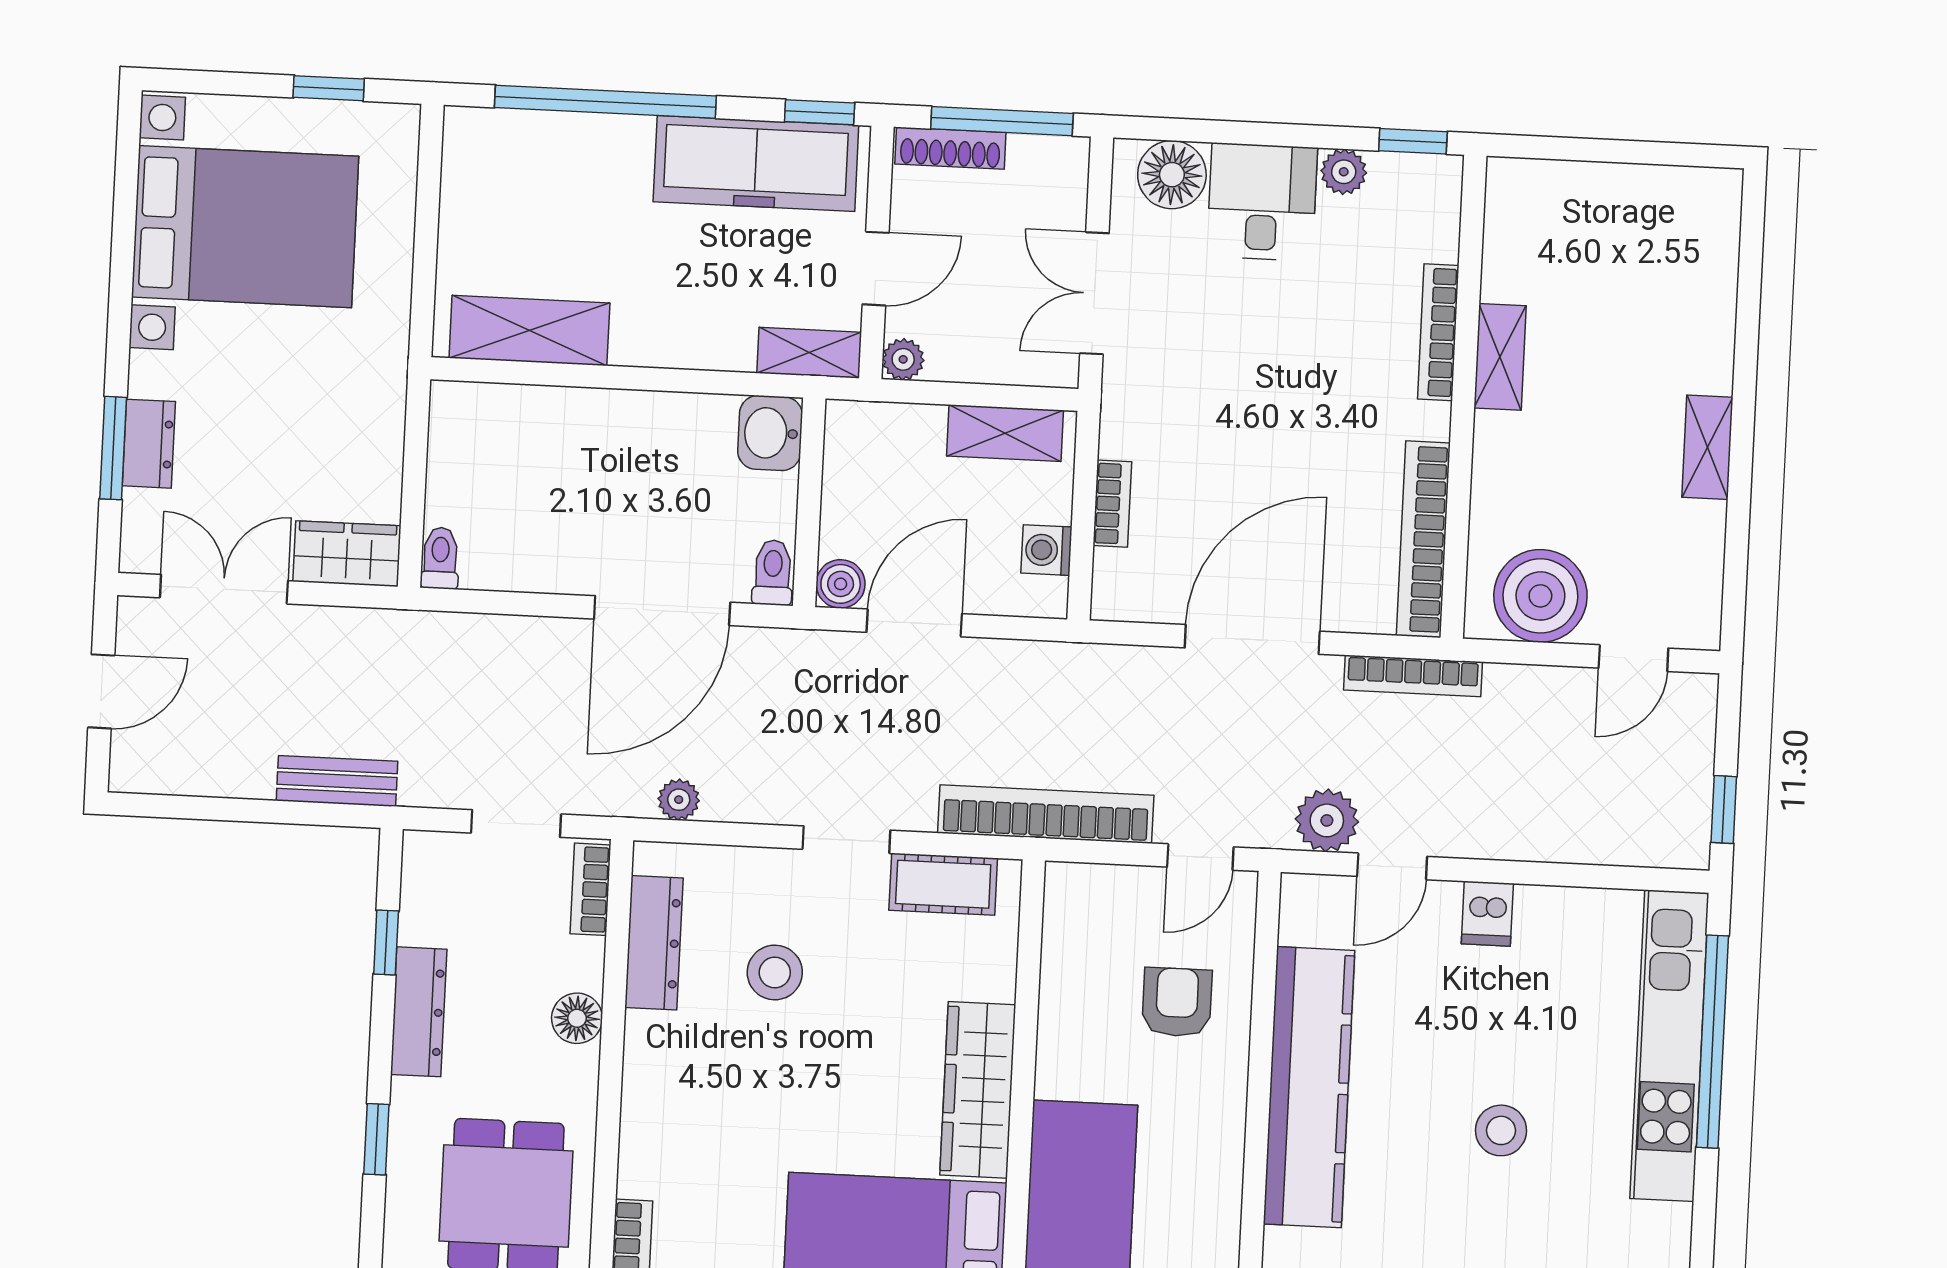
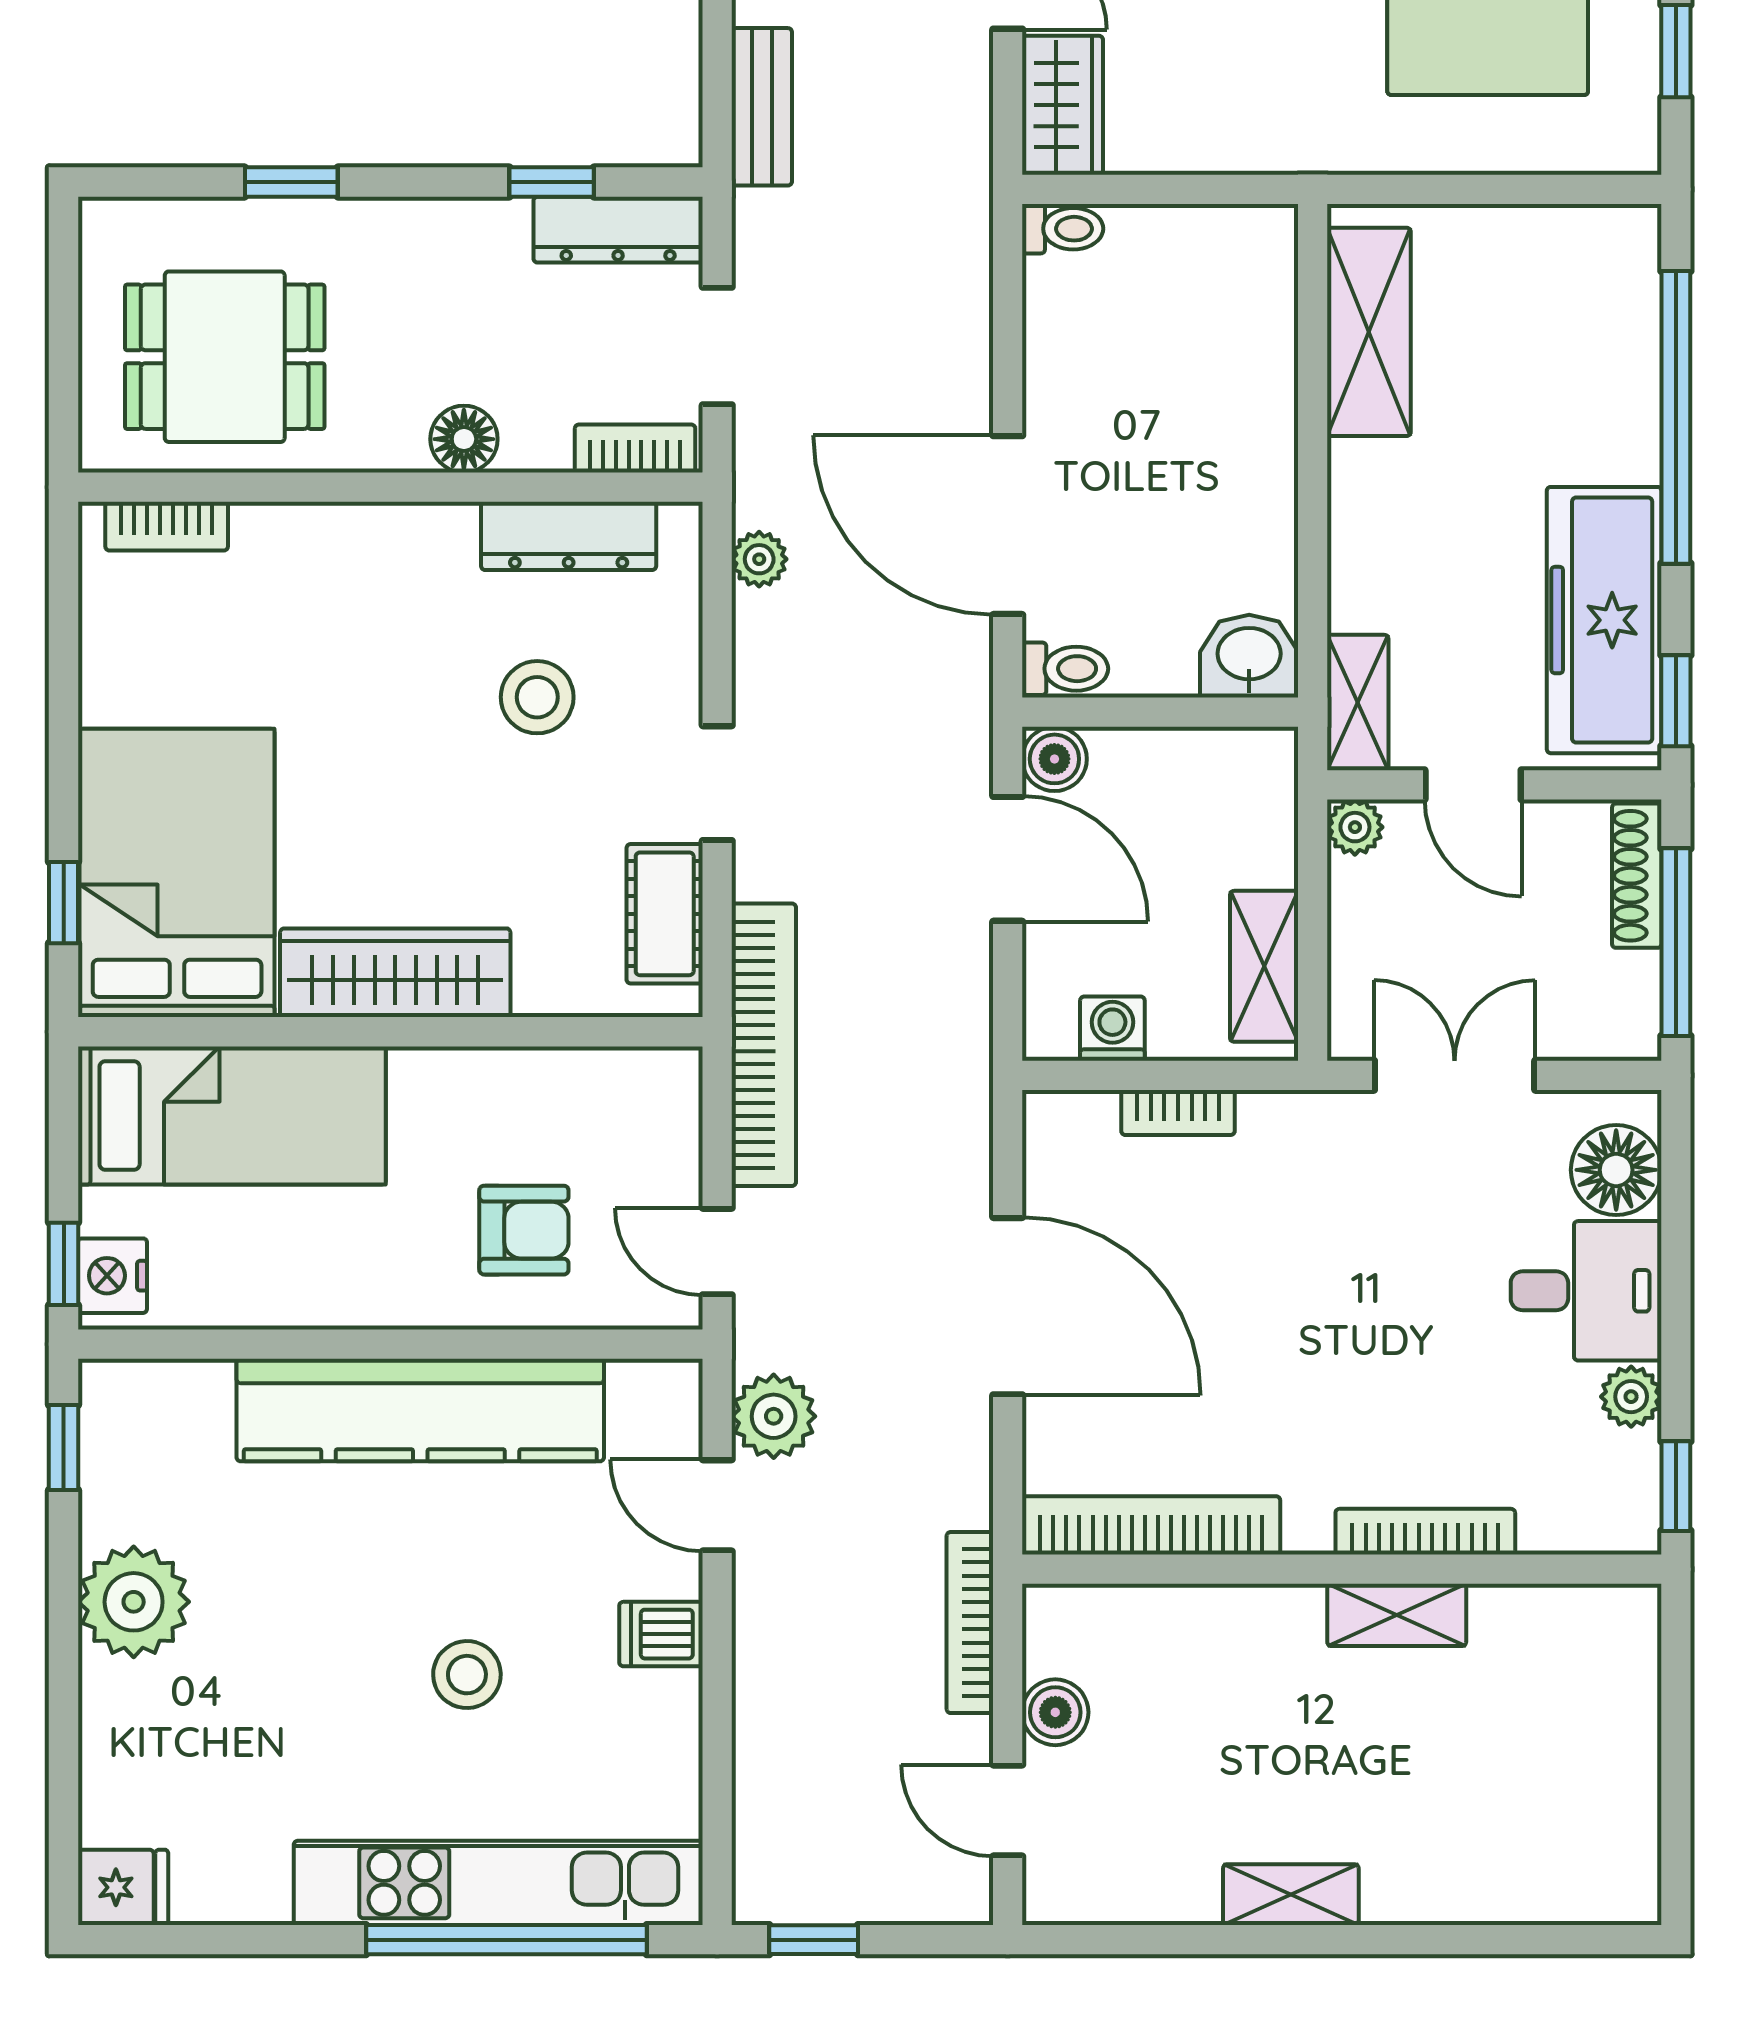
boiler: (1540, 596) -> (1055, 1712), width x0.54, depth x0.54
bookcase: (1413, 676) -> (970, 1623), moved
dresser: (419, 1012) -> (618, 230), moved
stool: (1501, 1130) -> (467, 1675), moved

